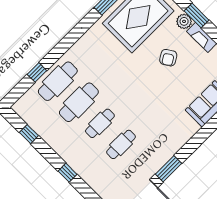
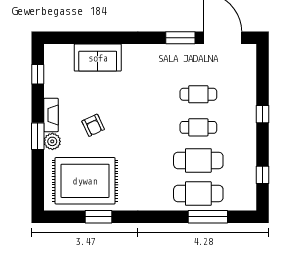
armchair: (168, 58) -> (93, 125), turned 97
window: (37, 72) -> (208, 217), width x2.17

